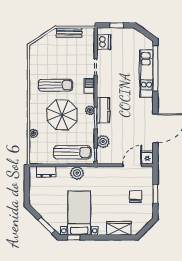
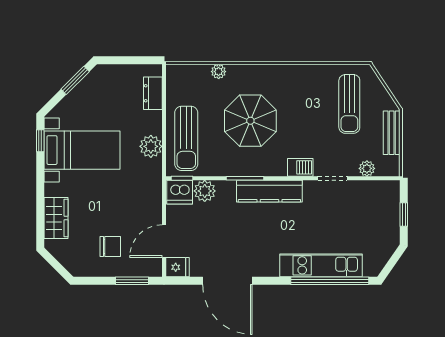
dishwasher: (104, 42) -> (180, 192), moved
sun lounger: (56, 85) -> (349, 104), moved
plant: (90, 110) -> (367, 168), moved
kitchen counter: (103, 110) -> (269, 191), width x1.50
door: (132, 165) -> (164, 241), swing flipped
window: (155, 194) -> (132, 281), moved
window: (47, 225) -> (75, 80), moved

